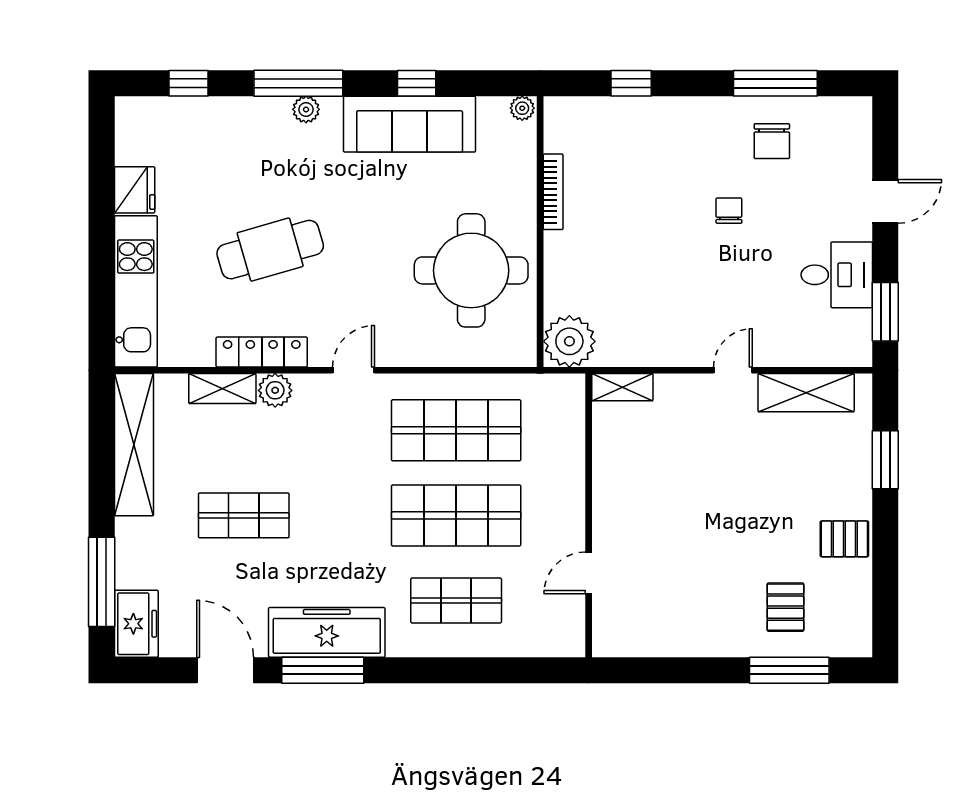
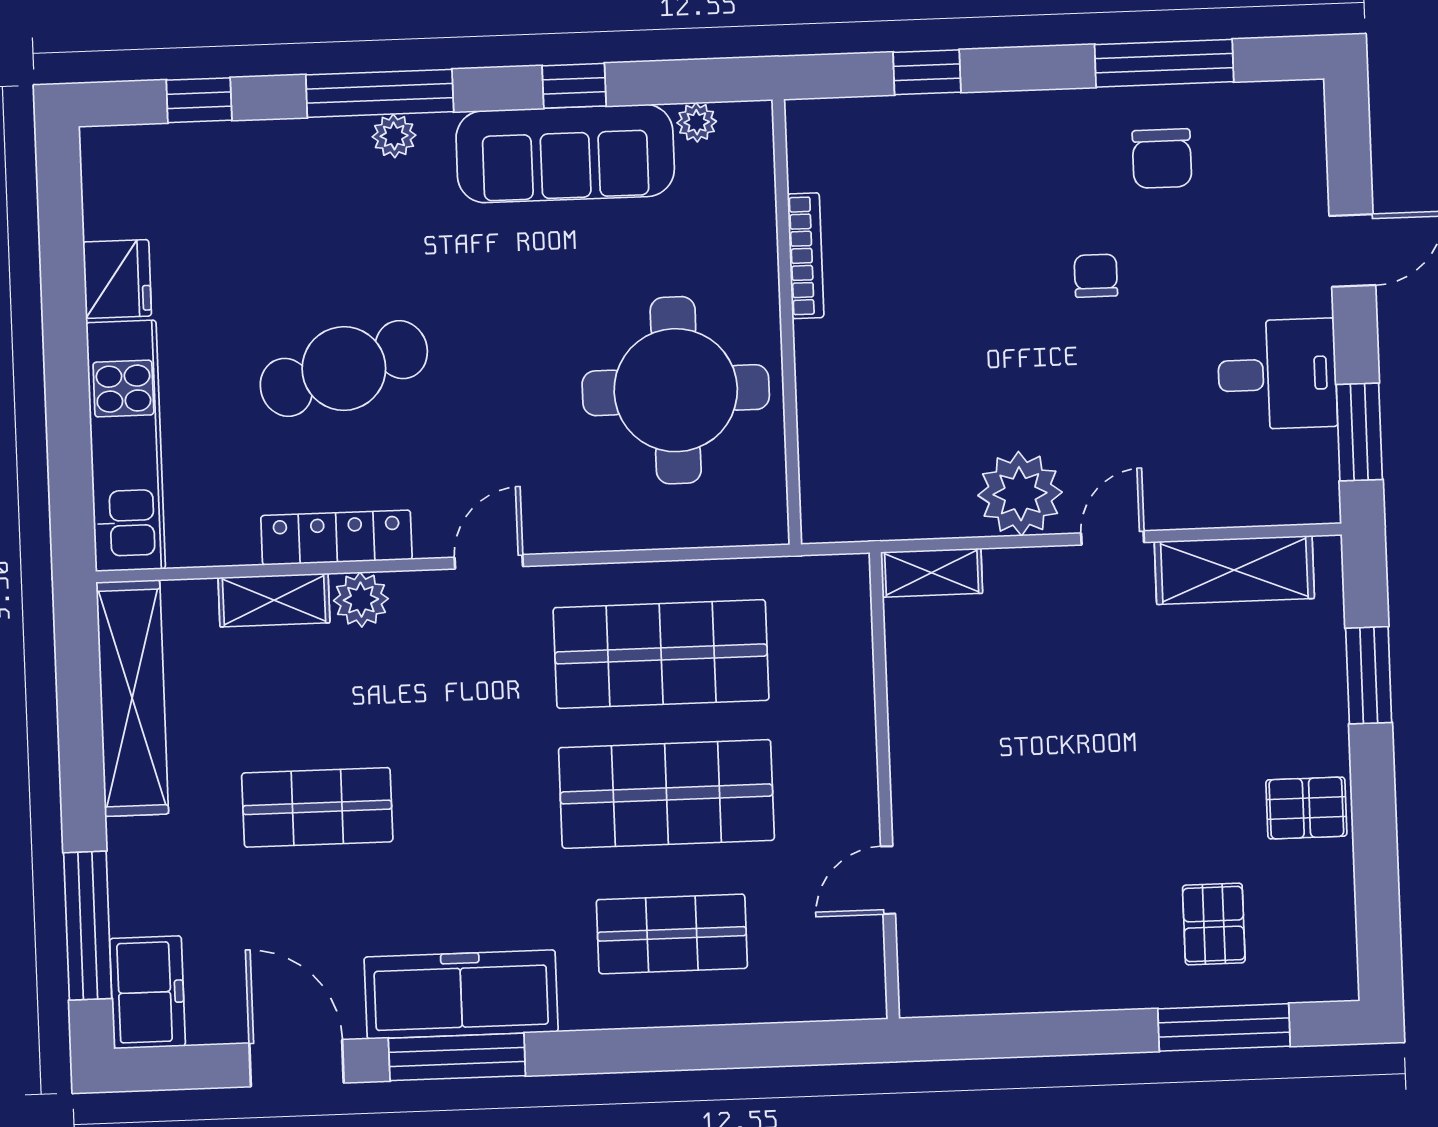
plant: (522, 108) -> (697, 122), moved
plant: (569, 341) -> (1020, 494), moved

